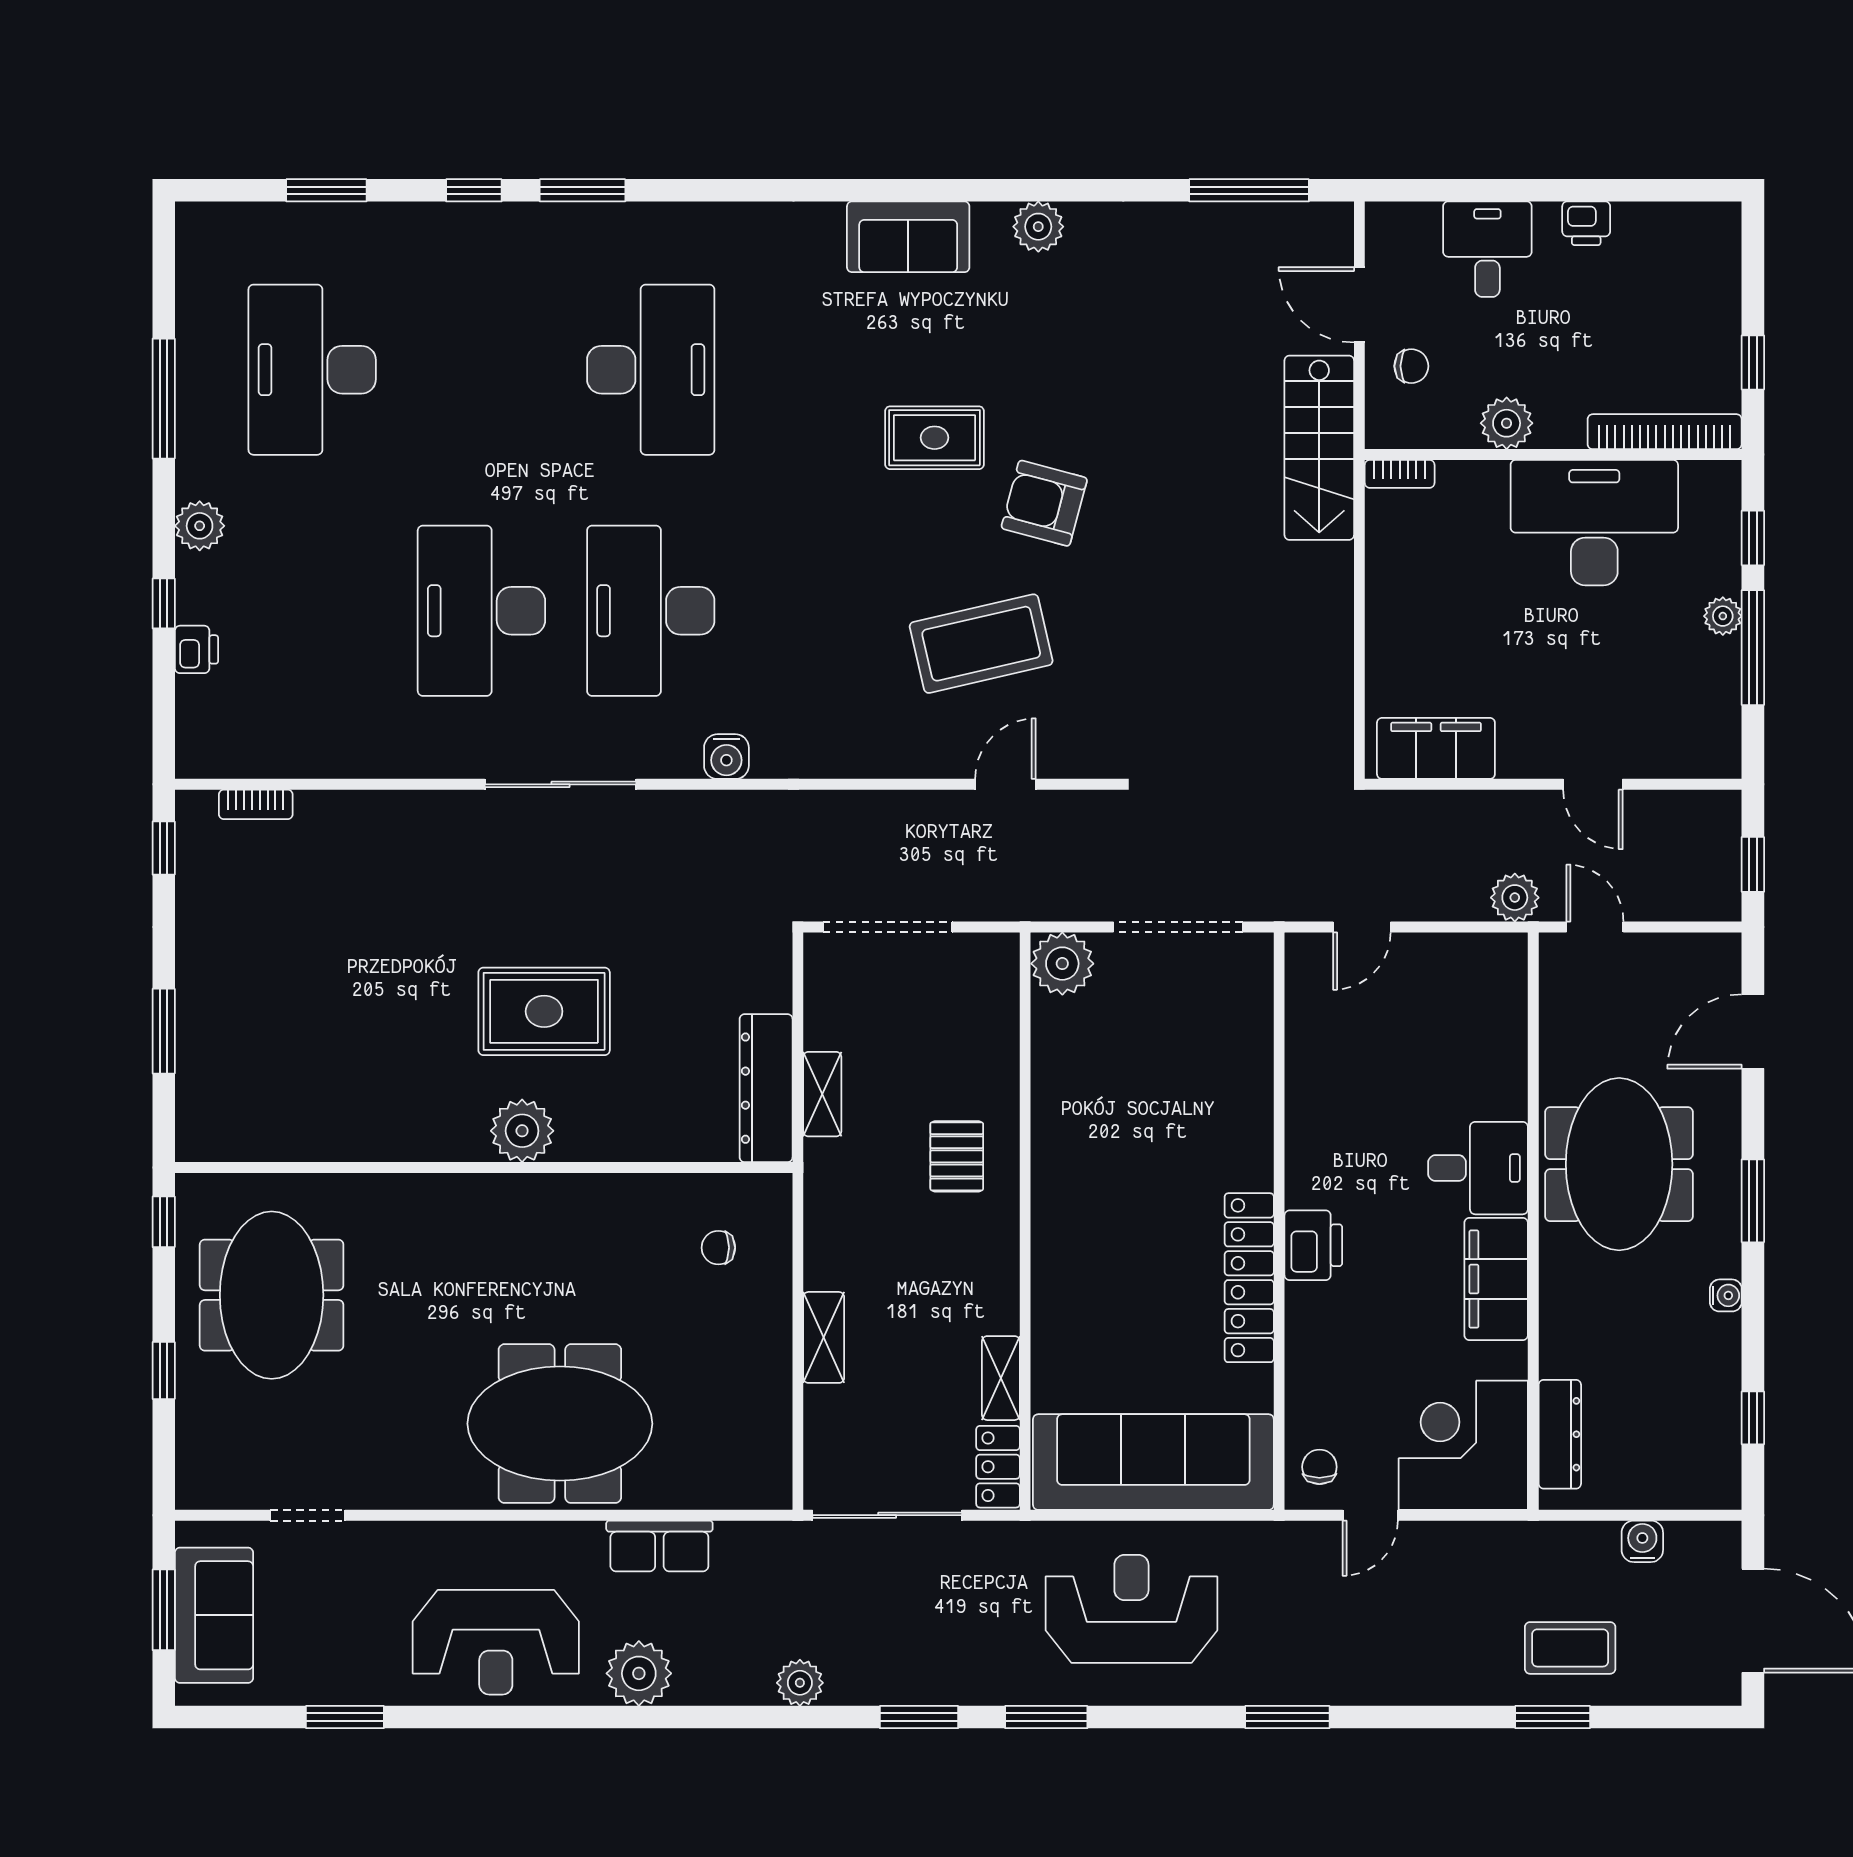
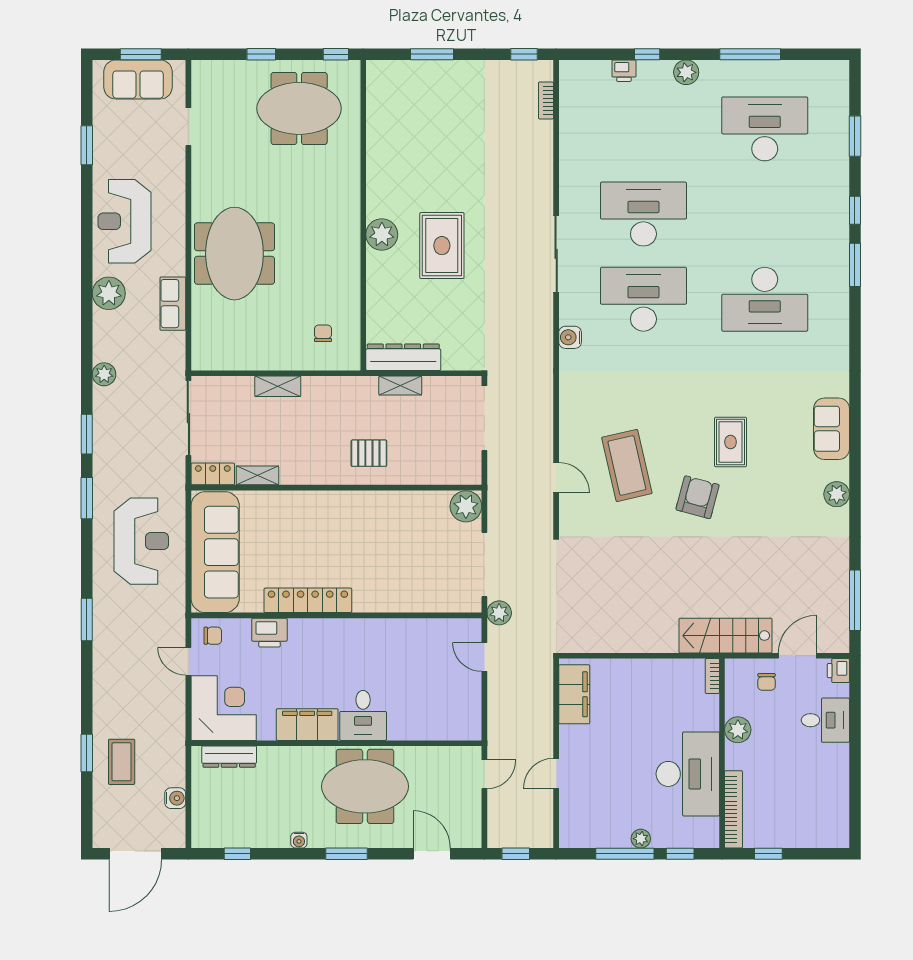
printer: (1586, 223) -> (838, 671), moved
plant: (1515, 898) -> (499, 613), moved
printer: (1313, 1245) -> (269, 633), moved

